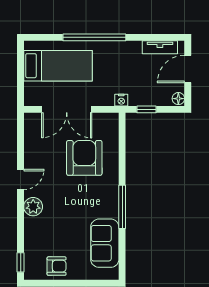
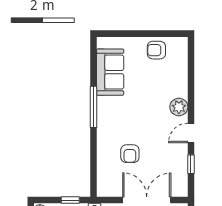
armchair: (84, 158) -> (130, 154), width x0.53, depth x0.53
window: (21, 262) -> (191, 164), moved

